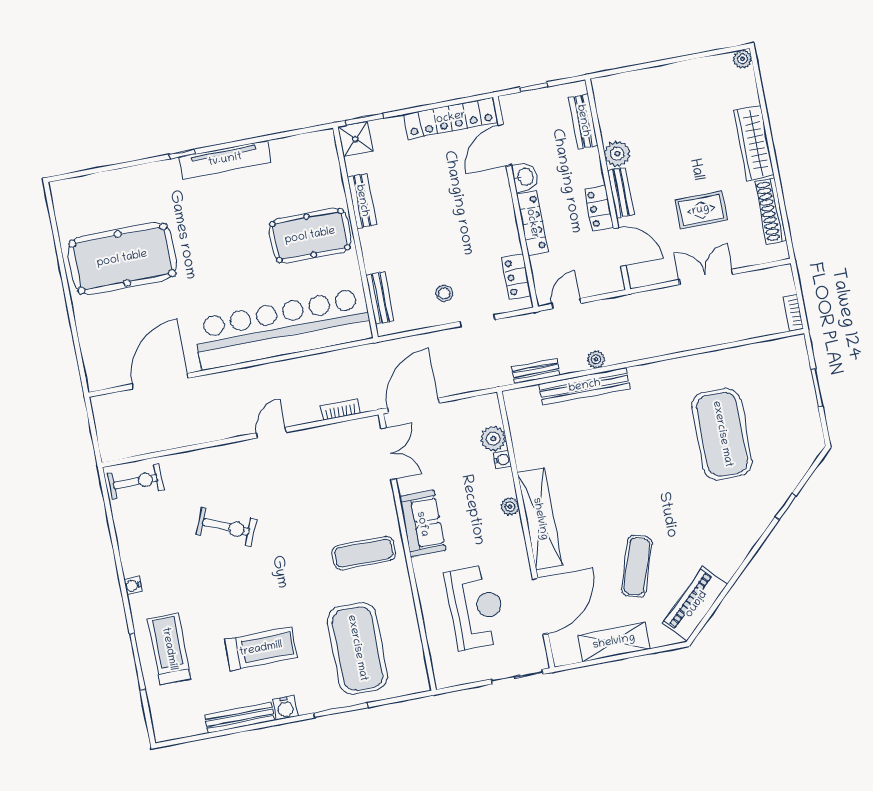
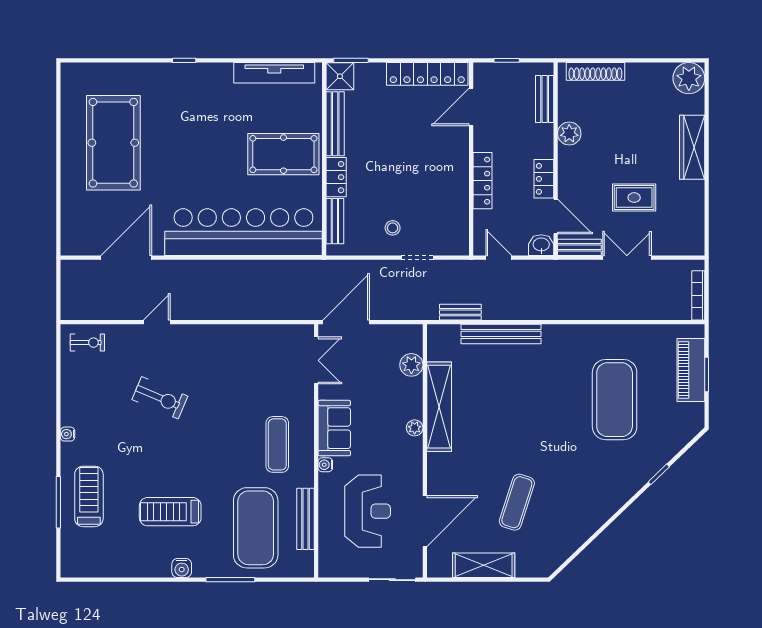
plant: (742, 59) -> (689, 78), width x1.87, depth x1.87
tv unit: (225, 160) -> (274, 73), moved
washbasin: (525, 177) -> (541, 245), moved, turned -90
bench: (621, 192) -> (579, 247), moved, turned 90
bench: (362, 201) -> (335, 124), width x1.36
shoe rack: (771, 211) -> (595, 71), moved, turned -90
pool table: (122, 259) -> (113, 143), turned 90
locker: (516, 277) -> (336, 177), moved, turned 180
door: (566, 304) -> (499, 258), hinge flipped
bookcase: (793, 313) -> (698, 295), width x1.56
plant: (596, 359) -> (516, 312), removed
bookcase: (340, 409) -> (281, 313), removed
door: (271, 433) -> (157, 322), moved
water cooler: (502, 460) -> (325, 465), moved, turned 180
exercise bike: (136, 482) -> (87, 343), width x0.73, depth x0.72
shelving: (540, 519) -> (439, 407), moved
exercise mat: (364, 553) -> (277, 444), turned 90
piano: (695, 604) -> (691, 370), moved, turned -46
treadmill: (261, 649) -> (170, 512), turned 180
bench: (240, 718) -> (305, 519), moved, turned 90

